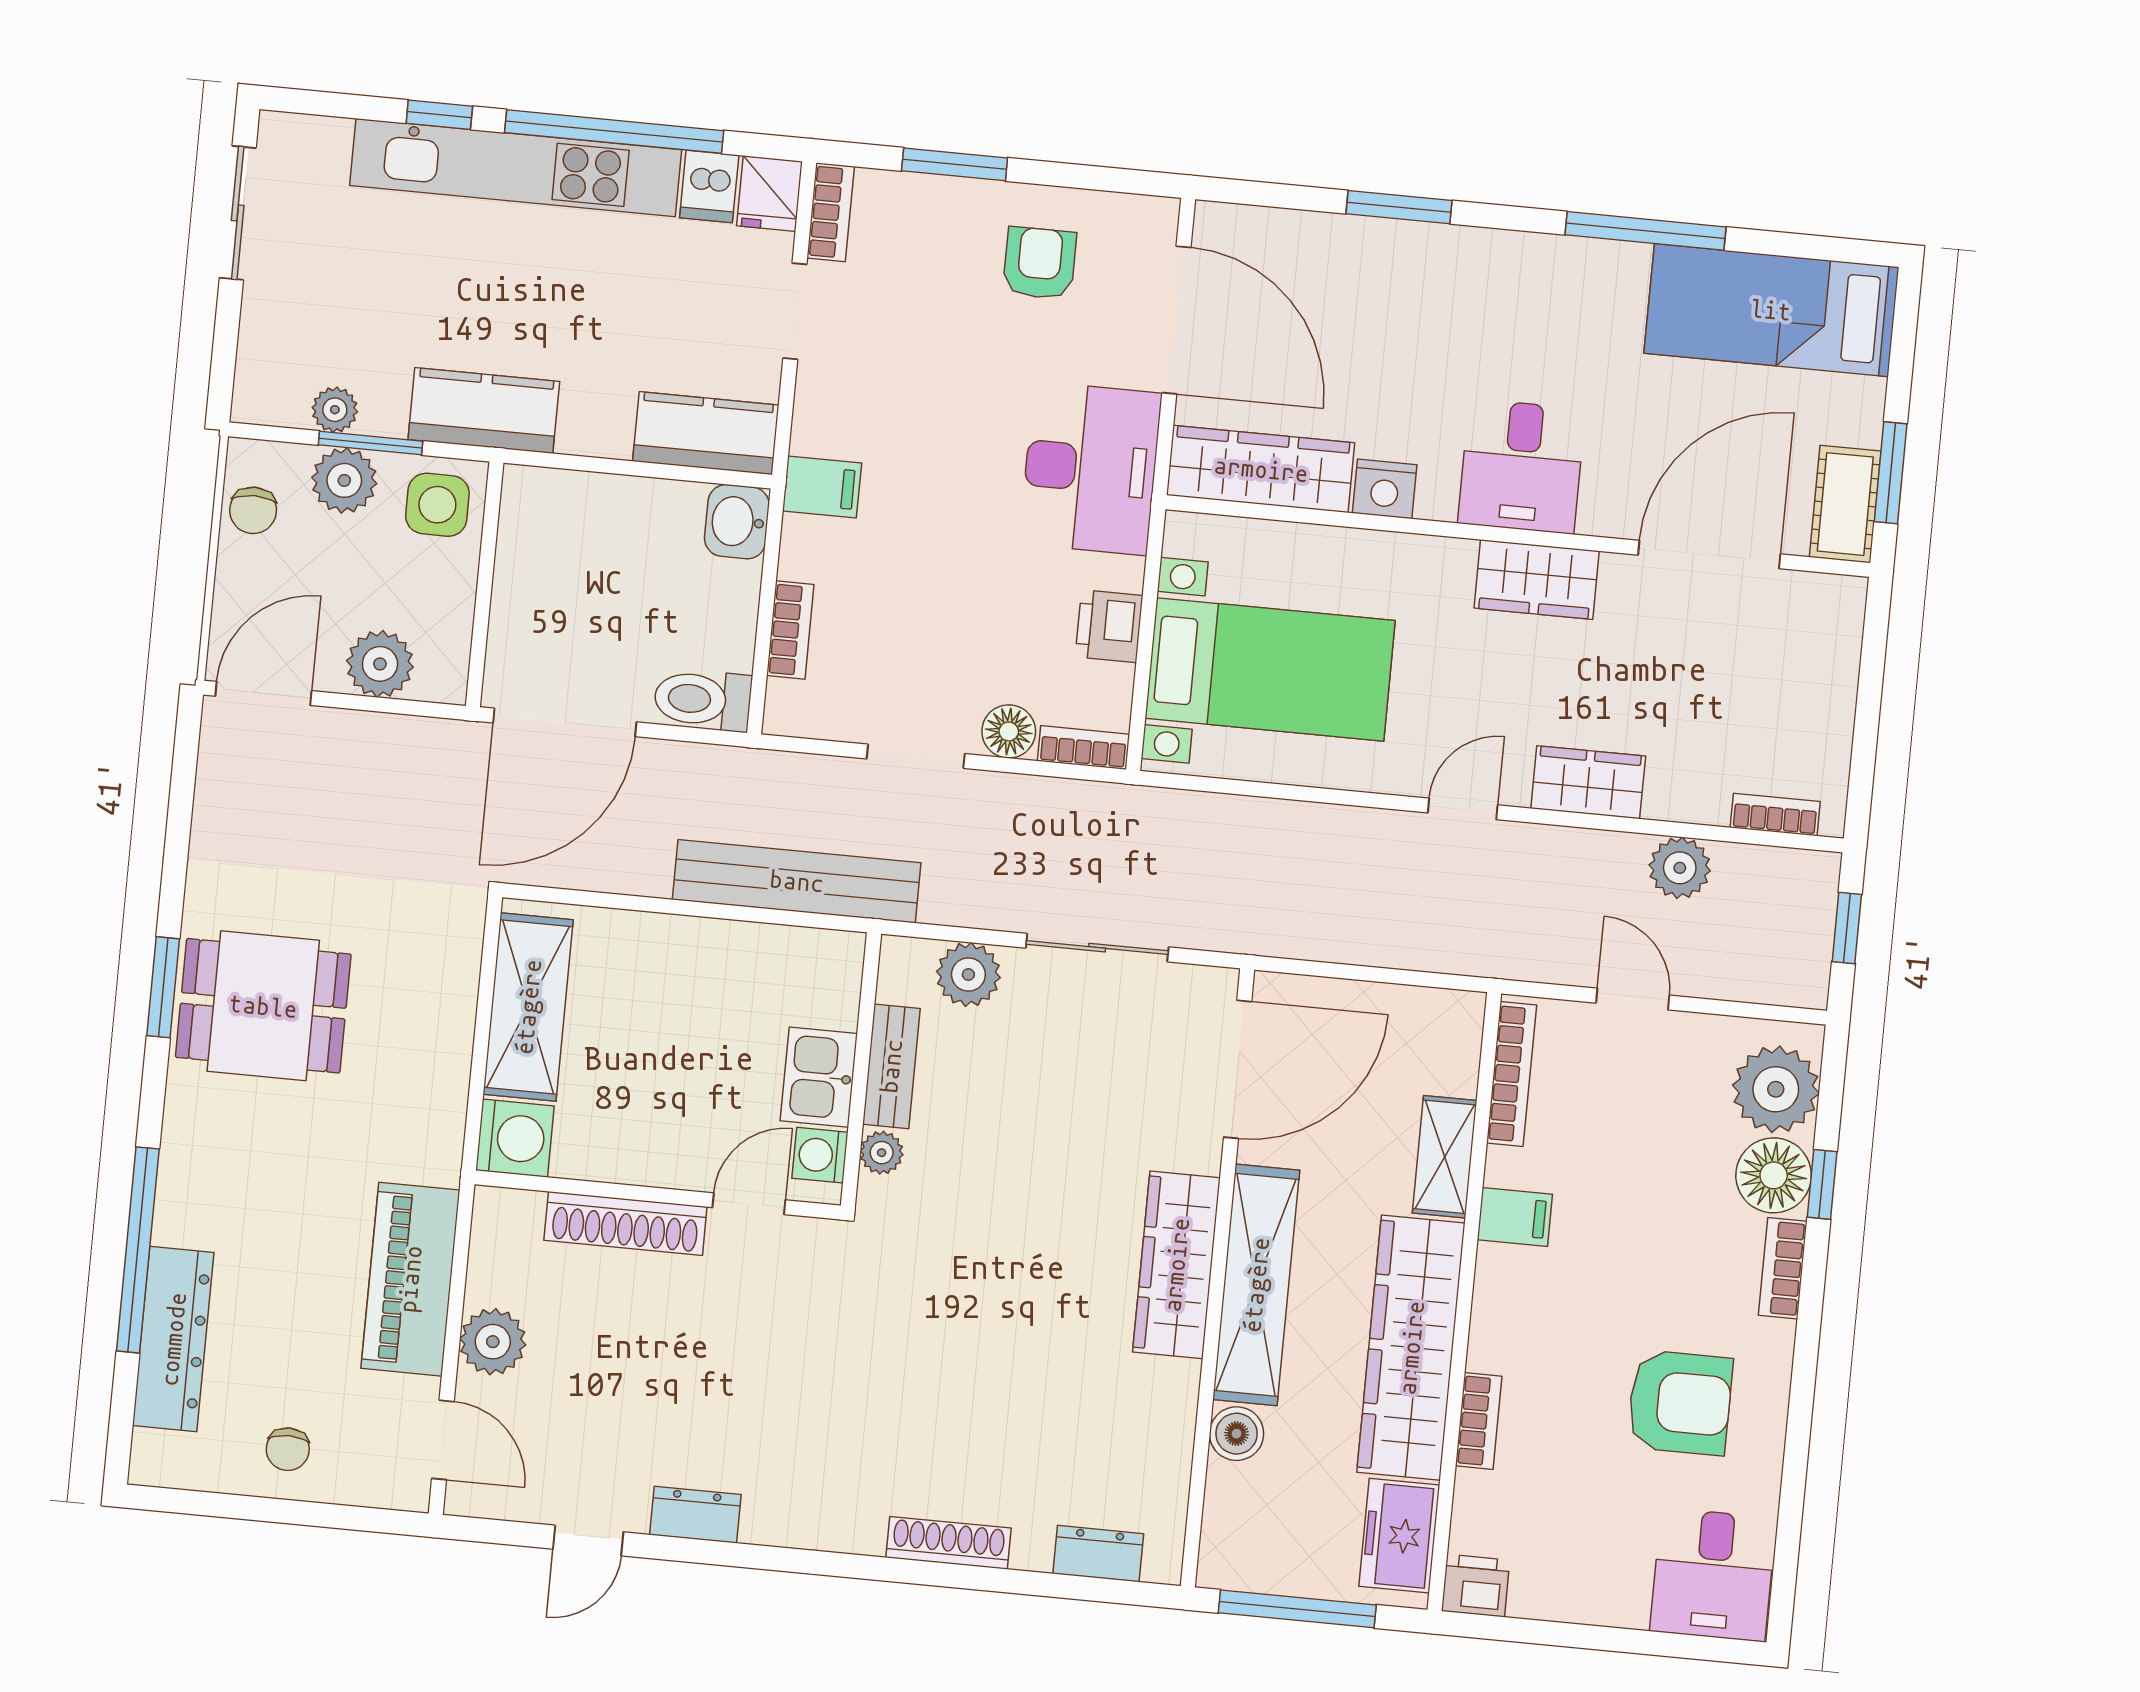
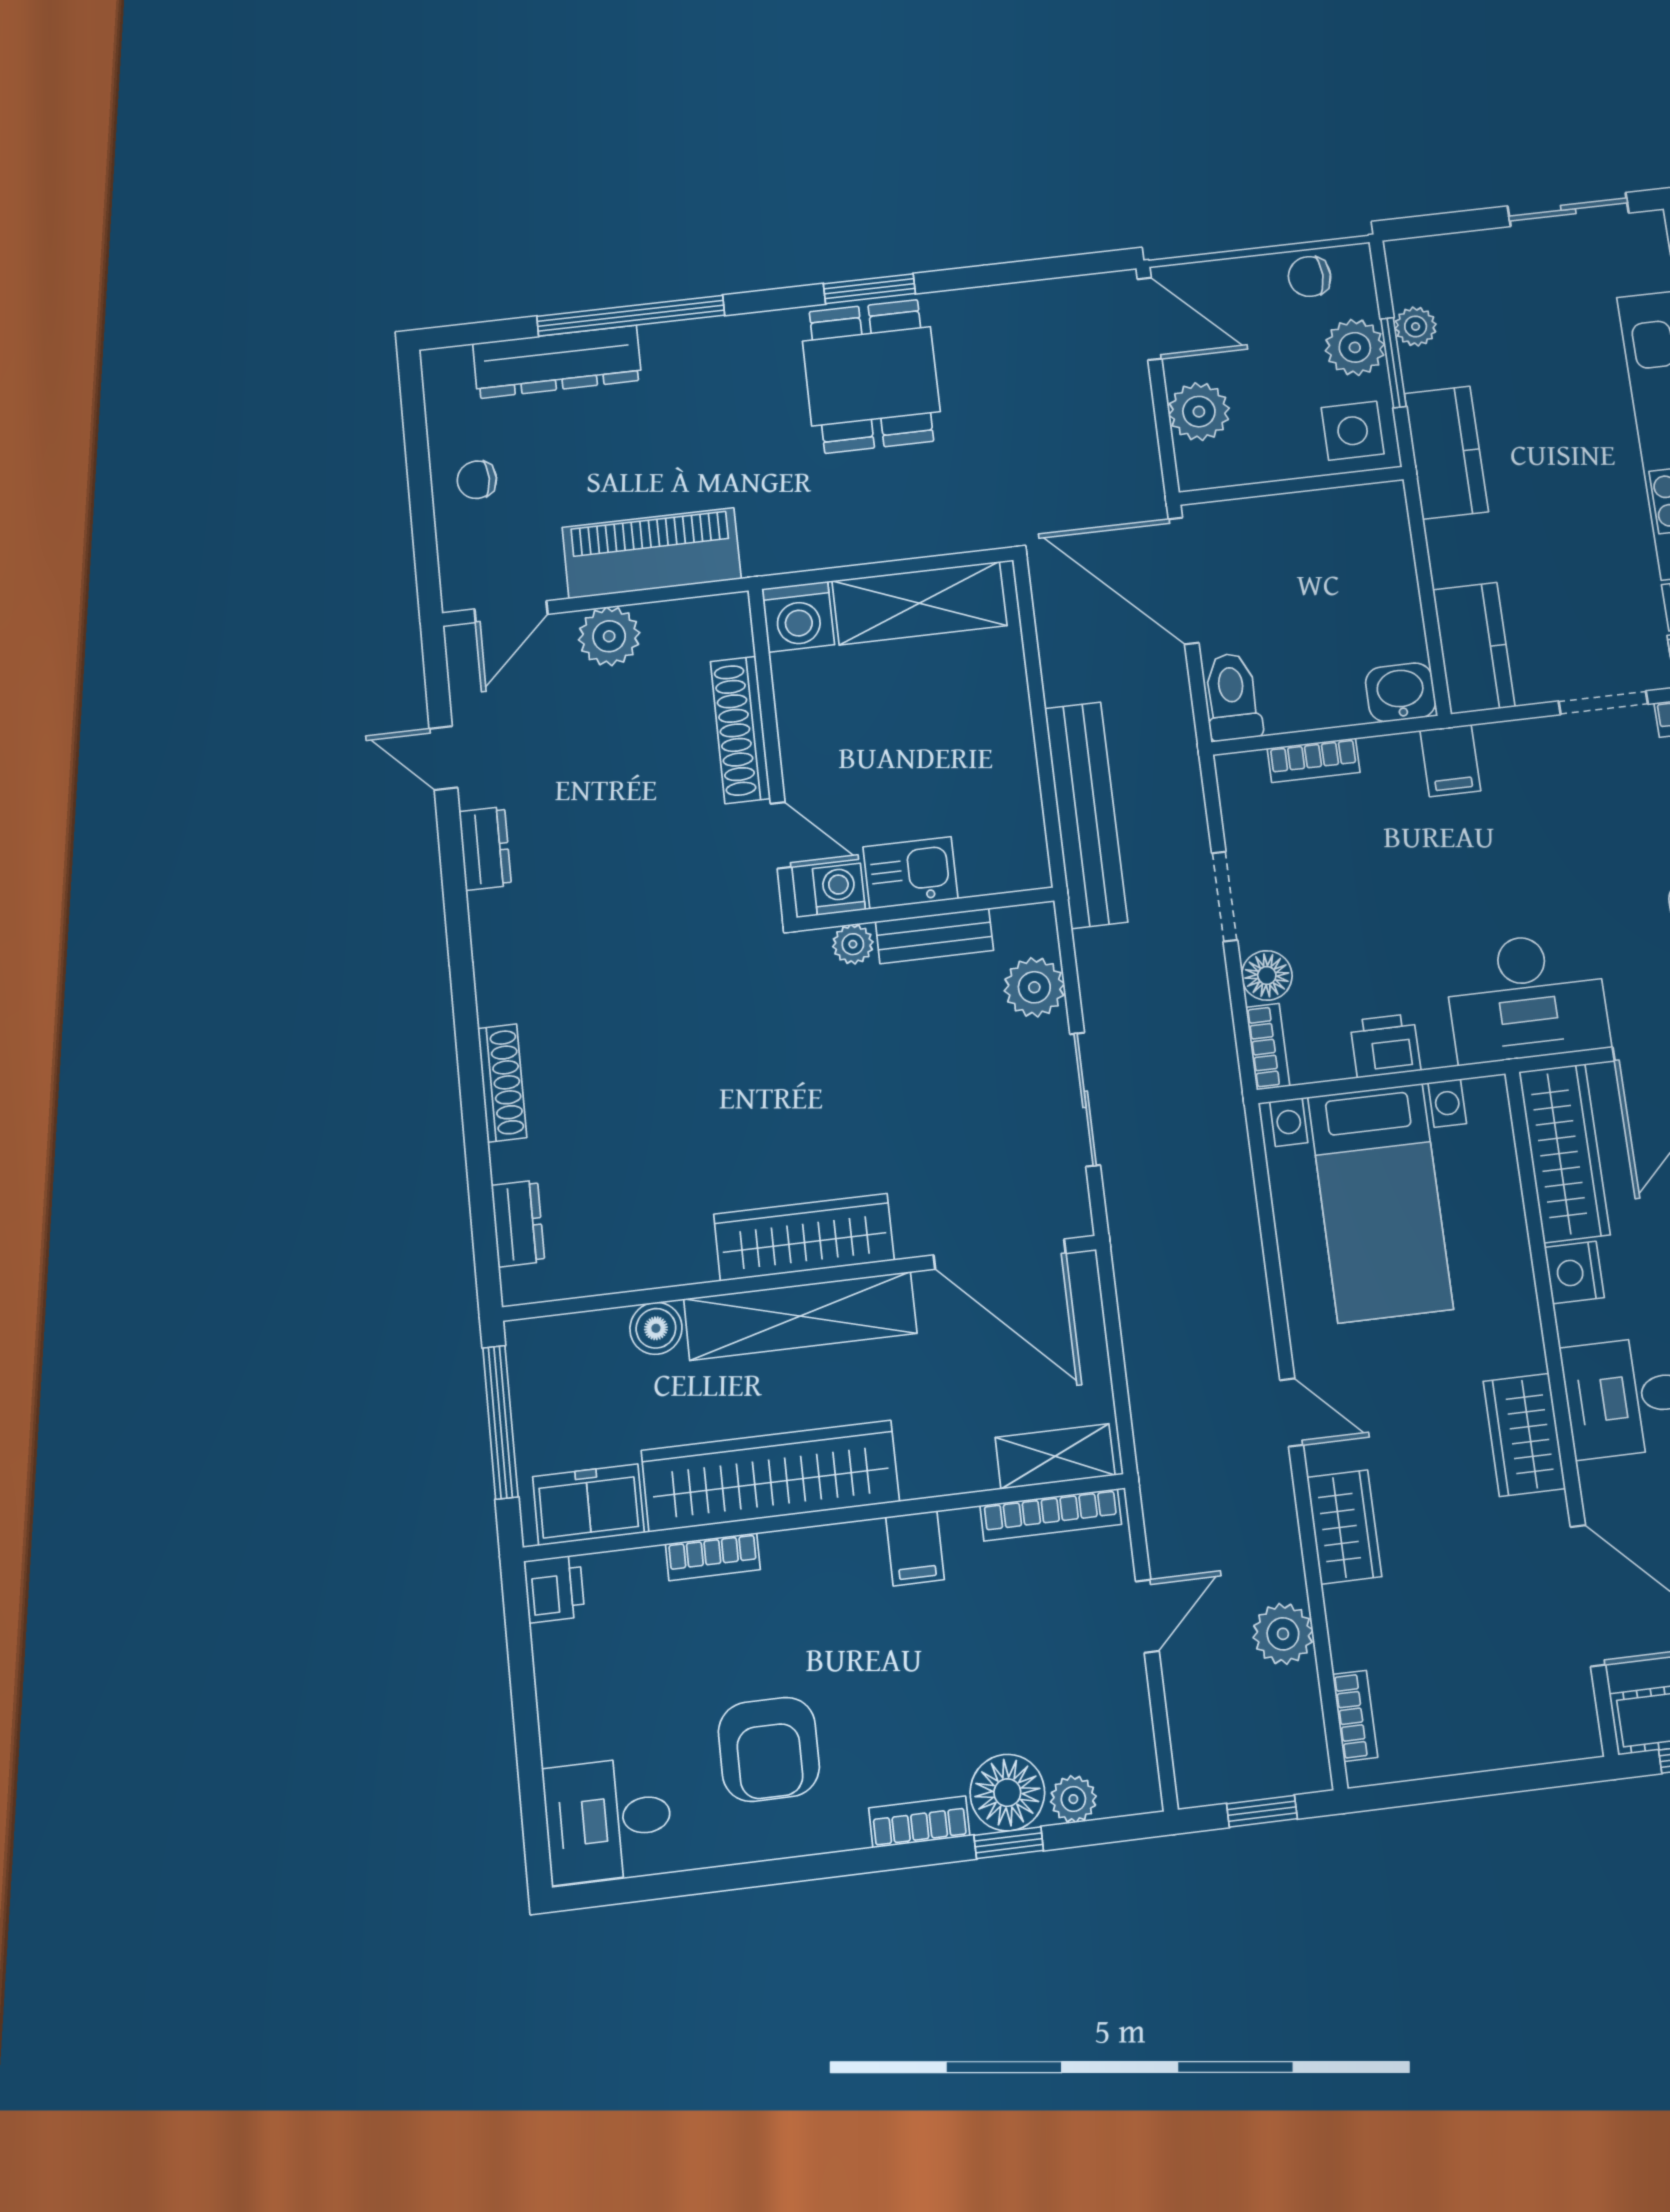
plant: (1776, 1089) -> (1073, 1799), width x0.53, depth x0.53
shelving: (1445, 1157) -> (1055, 1456), moved

